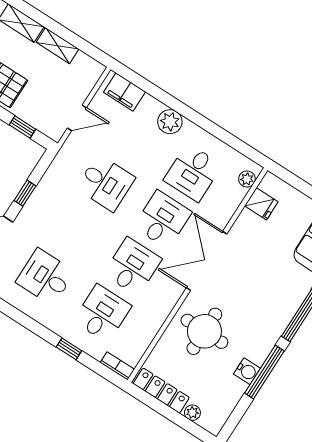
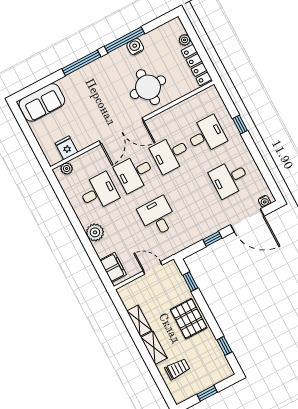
desk: (45, 277) -> (229, 178), turned 90
desk: (102, 313) -> (206, 135), turned 180
bookcase: (117, 366) -> (216, 96), removed

